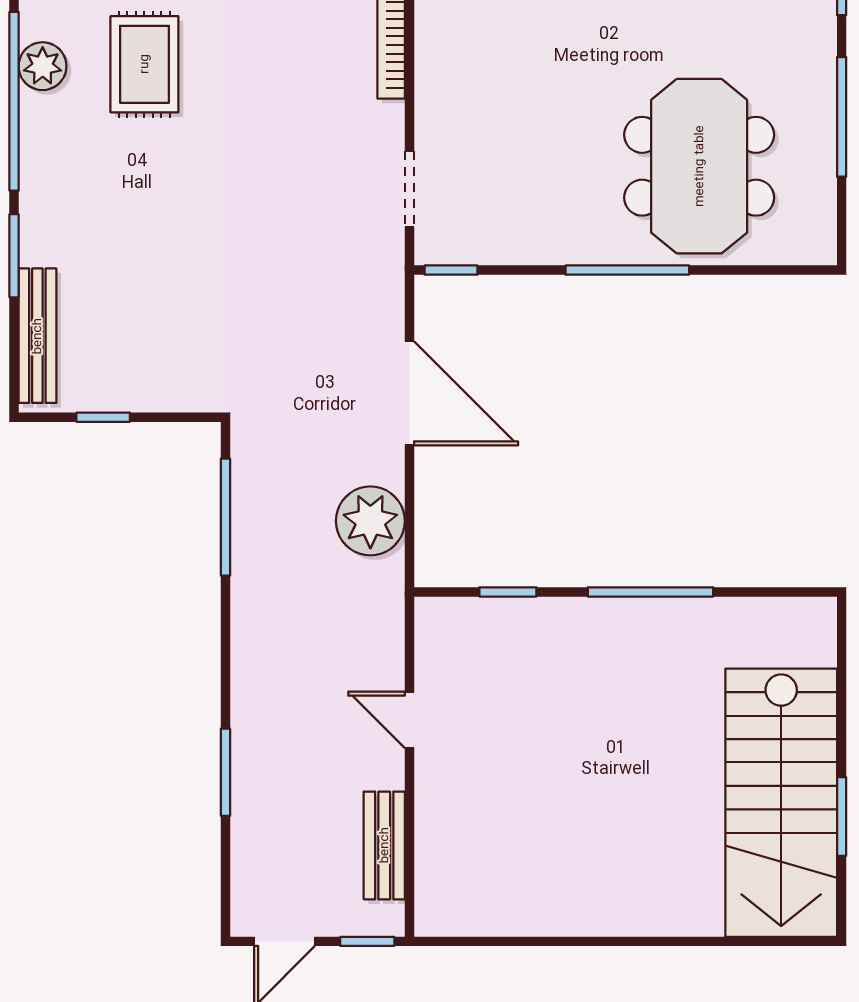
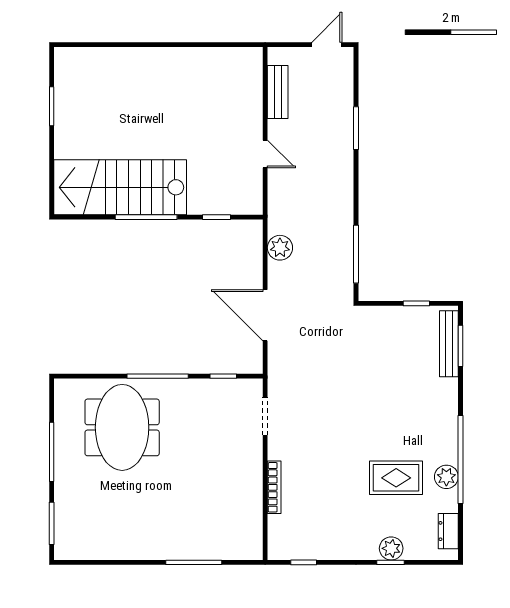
rug: (144, 64) -> (396, 478), turned 90
window: (14, 256) -> (460, 346), moved
window: (451, 270) -> (223, 376), moved
plant: (370, 521) -> (280, 248), width x0.73, depth x0.73
stairs: (781, 803) -> (120, 187), moved, turned -90
window: (367, 941) -> (286, 45), removed

